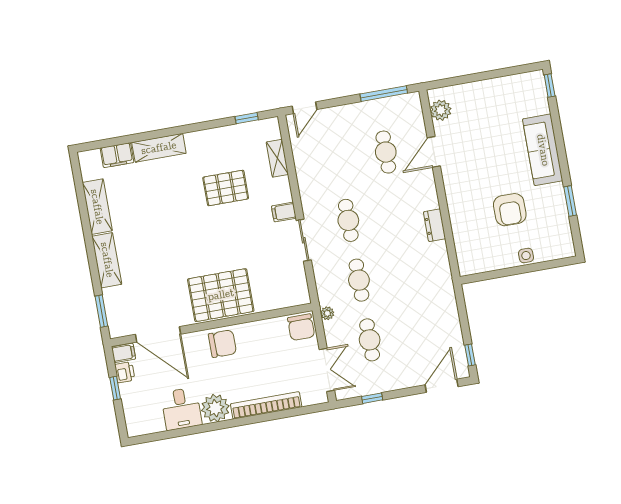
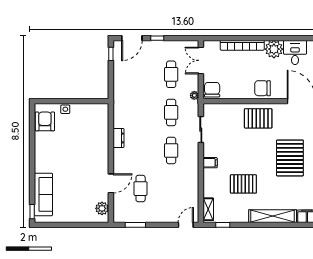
window: (384, 94) -> (135, 225), width x0.69
shelving: (159, 148) -> (273, 216), width x1.47
sofa: (543, 150) -> (43, 194), moved
shelving: (277, 158) -> (208, 209), moved
window: (570, 201) -> (32, 138), removed
armchair: (510, 210) -> (45, 121), moved
sliding door: (304, 240) -> (201, 130), moved
pallet: (160, 242) -> (290, 158), added
pallet: (221, 295) -> (258, 118), width x0.73, depth x0.71
window: (372, 398) -> (157, 38), moved

